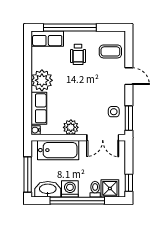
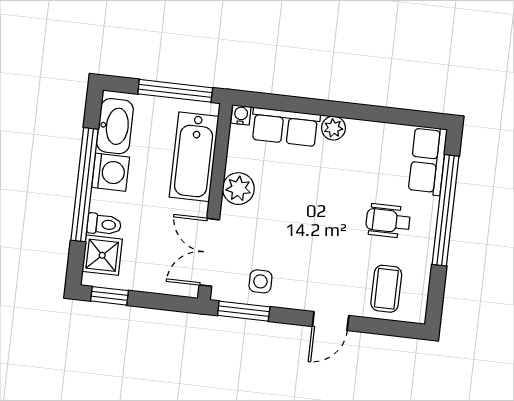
plant: (42, 80) -> (333, 128), width x0.53, depth x0.53
window: (28, 174) -> (175, 91), moved

